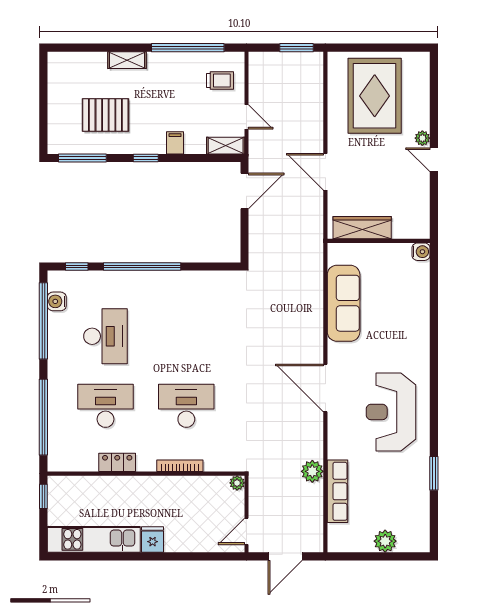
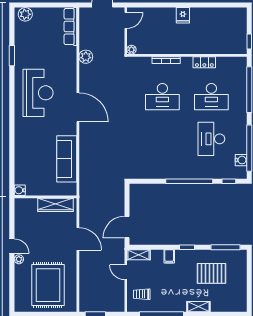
row of seats: (338, 491) -> (70, 27), moved
kitchen unit: (94, 539) -> (219, 15), removed
plant: (385, 541) -> (25, 14), moved

